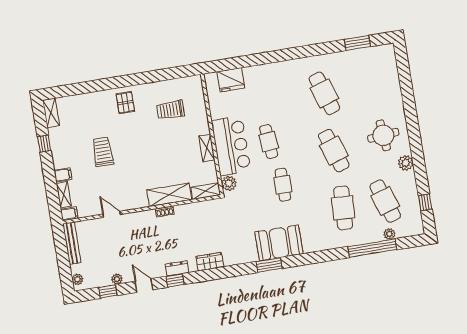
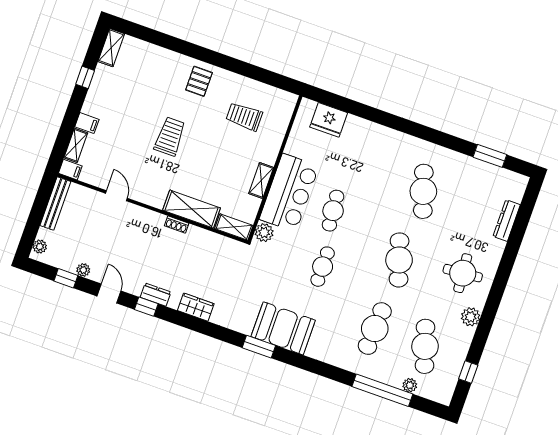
dresser: (394, 82) -> (507, 221), added
trolley: (103, 152) -> (170, 137), moved

